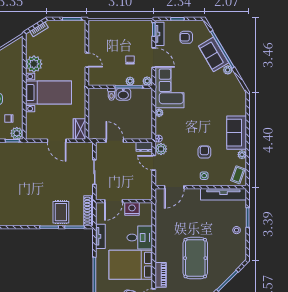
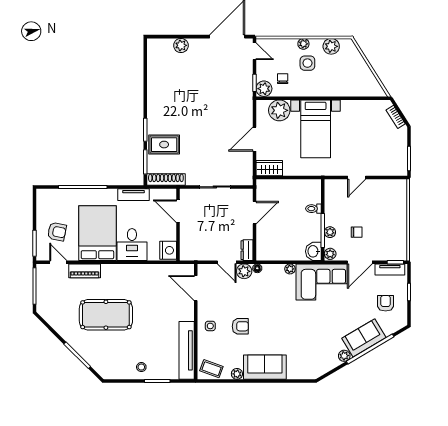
plant: (34, 64) -> (279, 110), moved
washbasin: (123, 94) -> (313, 251), moved
door: (154, 163) -> (227, 262), swing flipped
nightstand: (132, 209) -> (168, 250), moved

